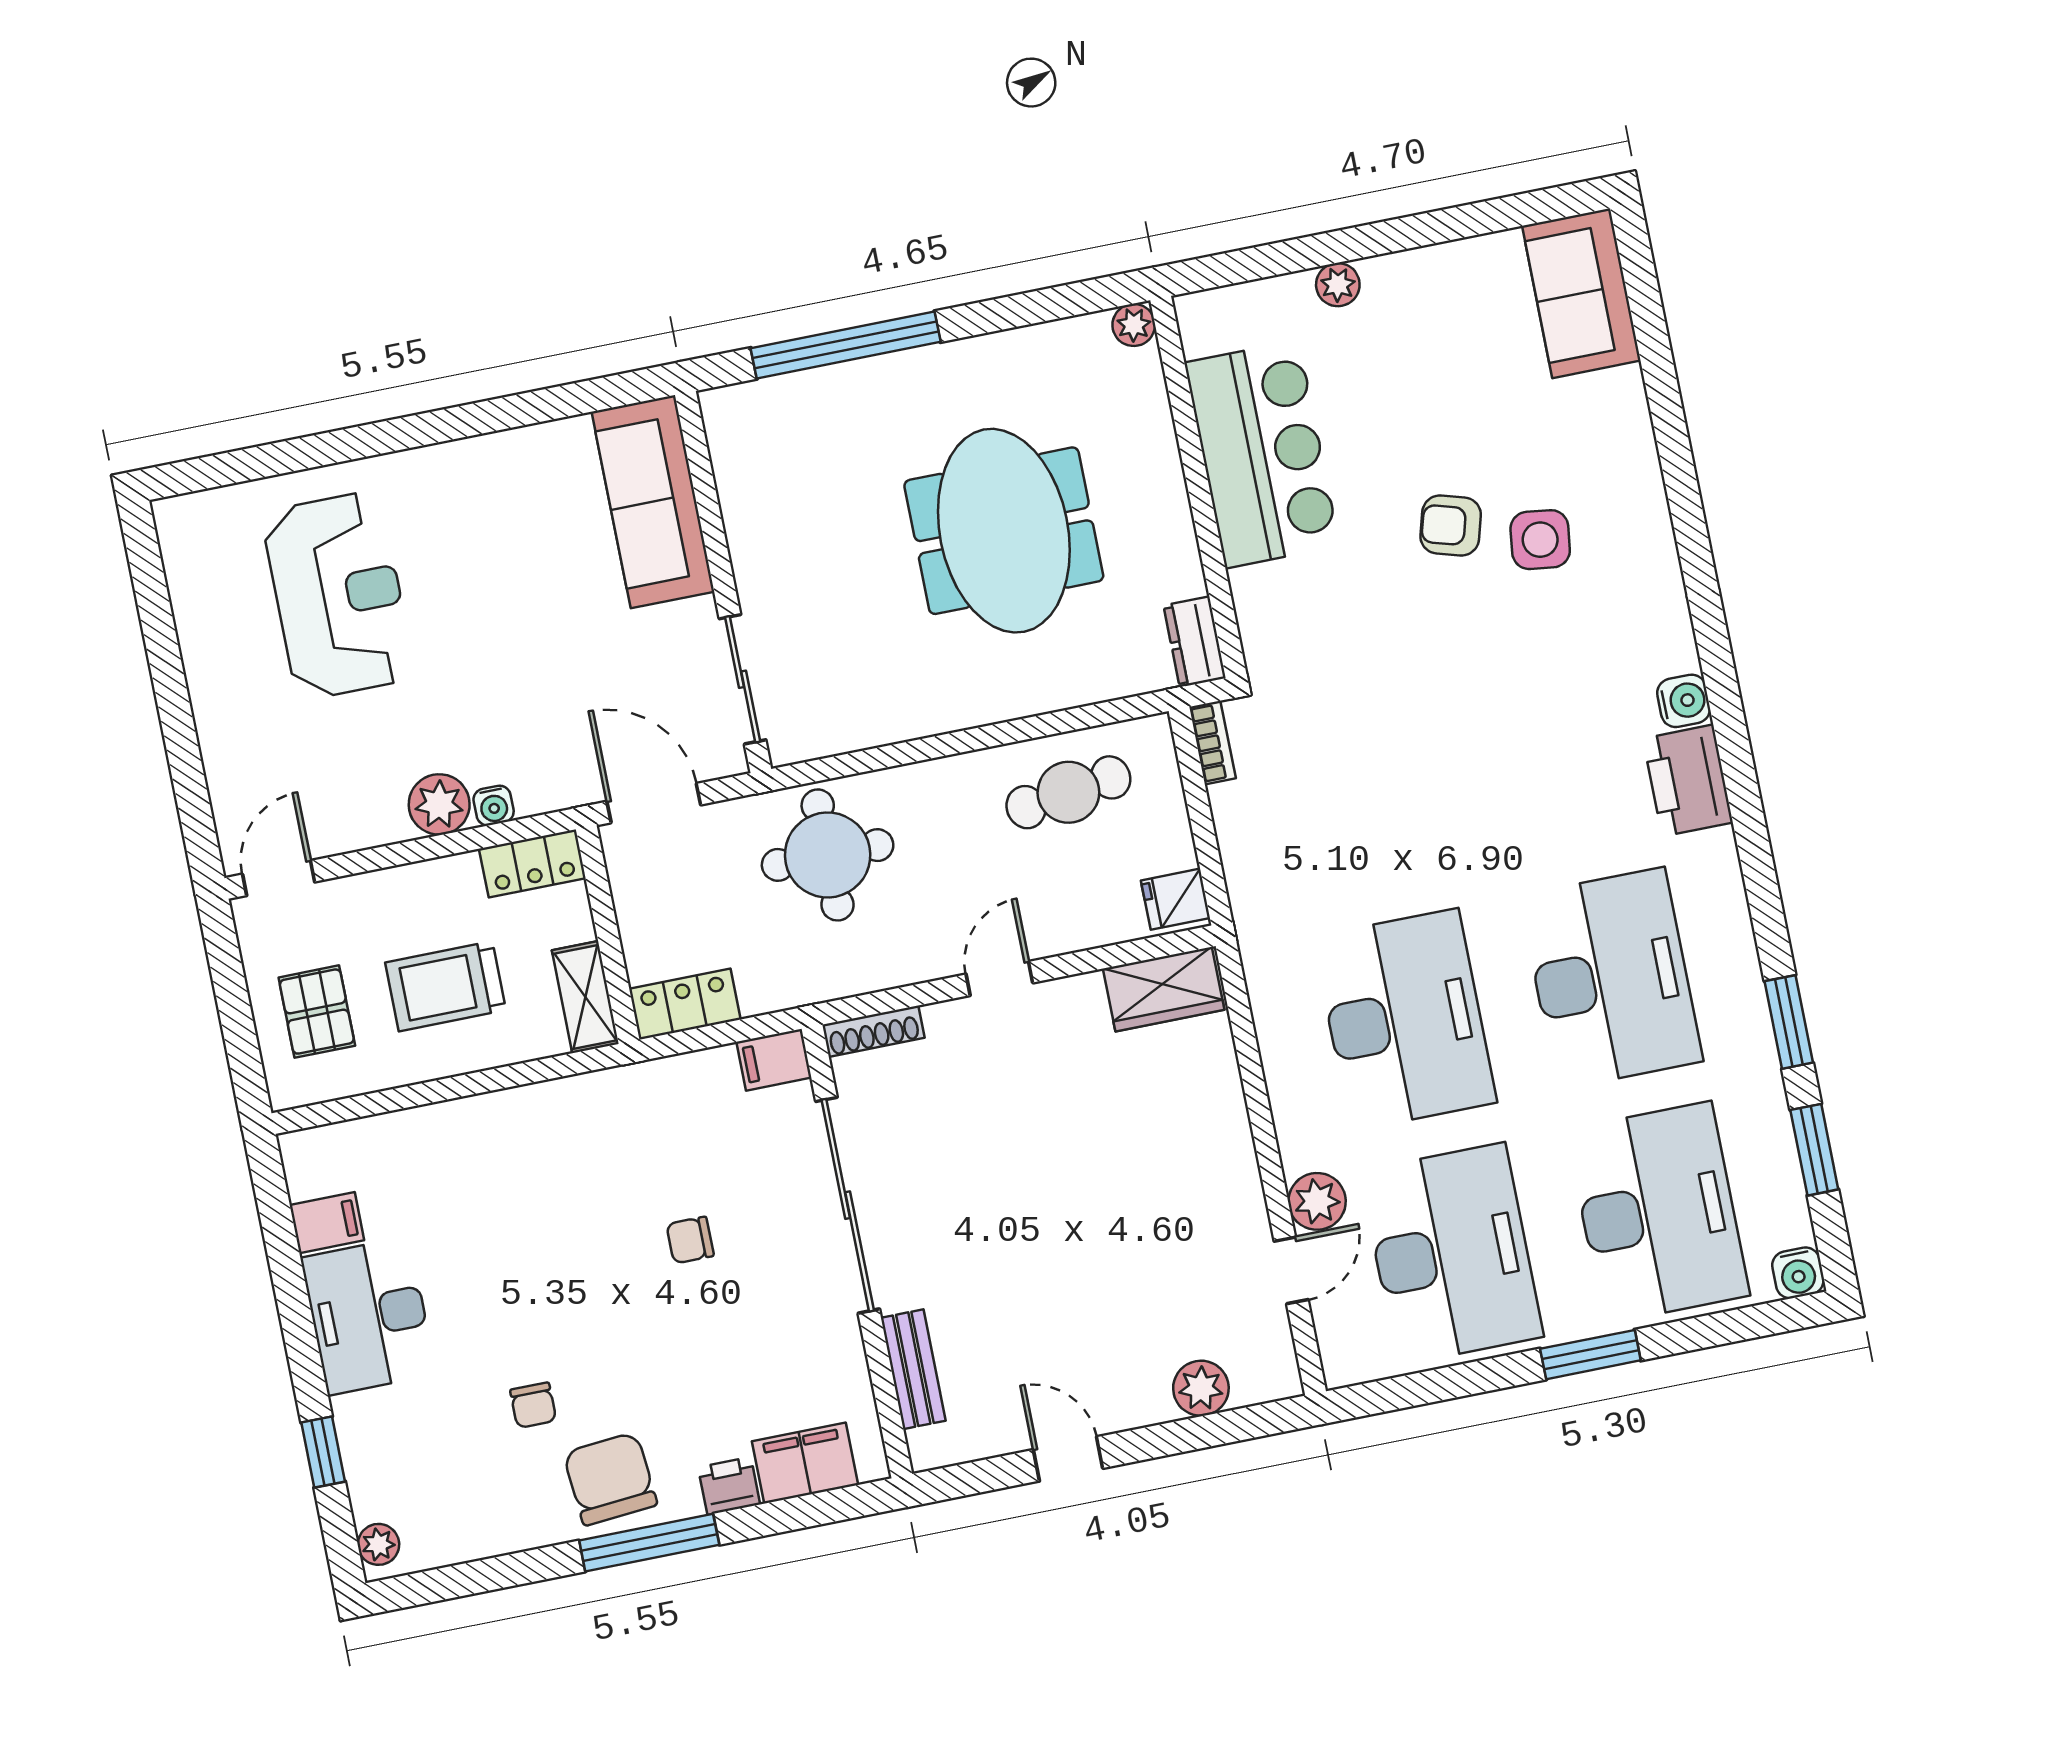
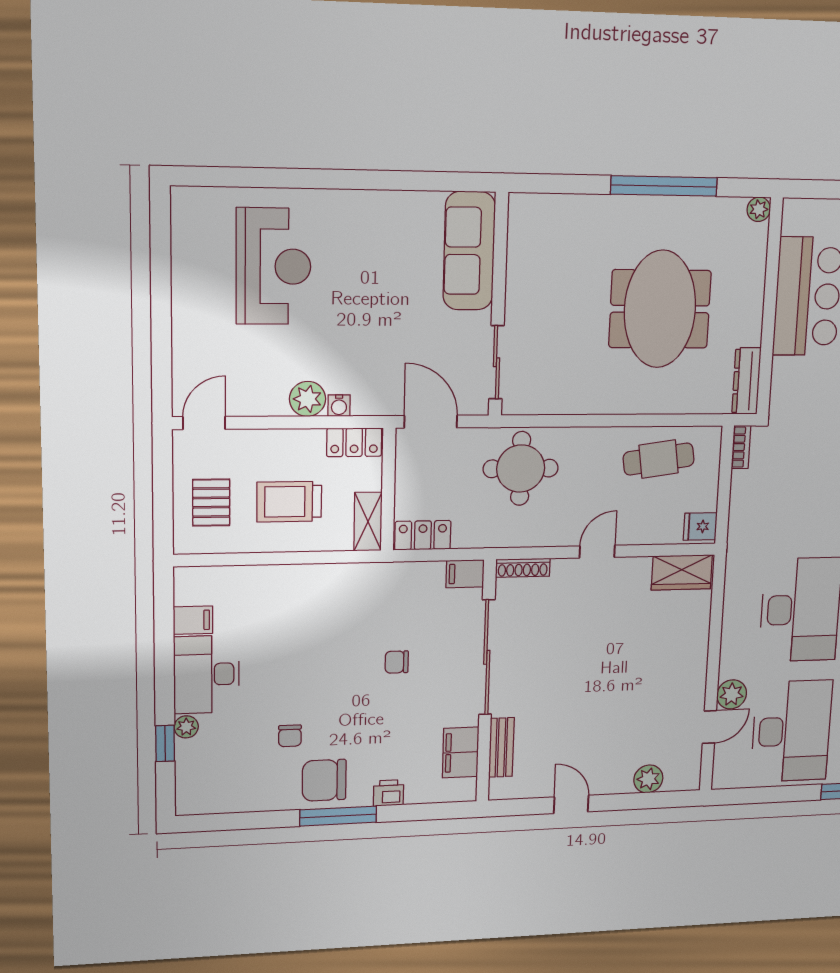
window: (846, 345) -> (664, 186), moved
dresser: (1195, 642) -> (746, 381), width x1.44
filing cabinet: (805, 1463) -> (461, 752), moved, turned -90
chair: (610, 1479) -> (324, 780), turned -85
plant: (379, 1544) -> (186, 727), moved

